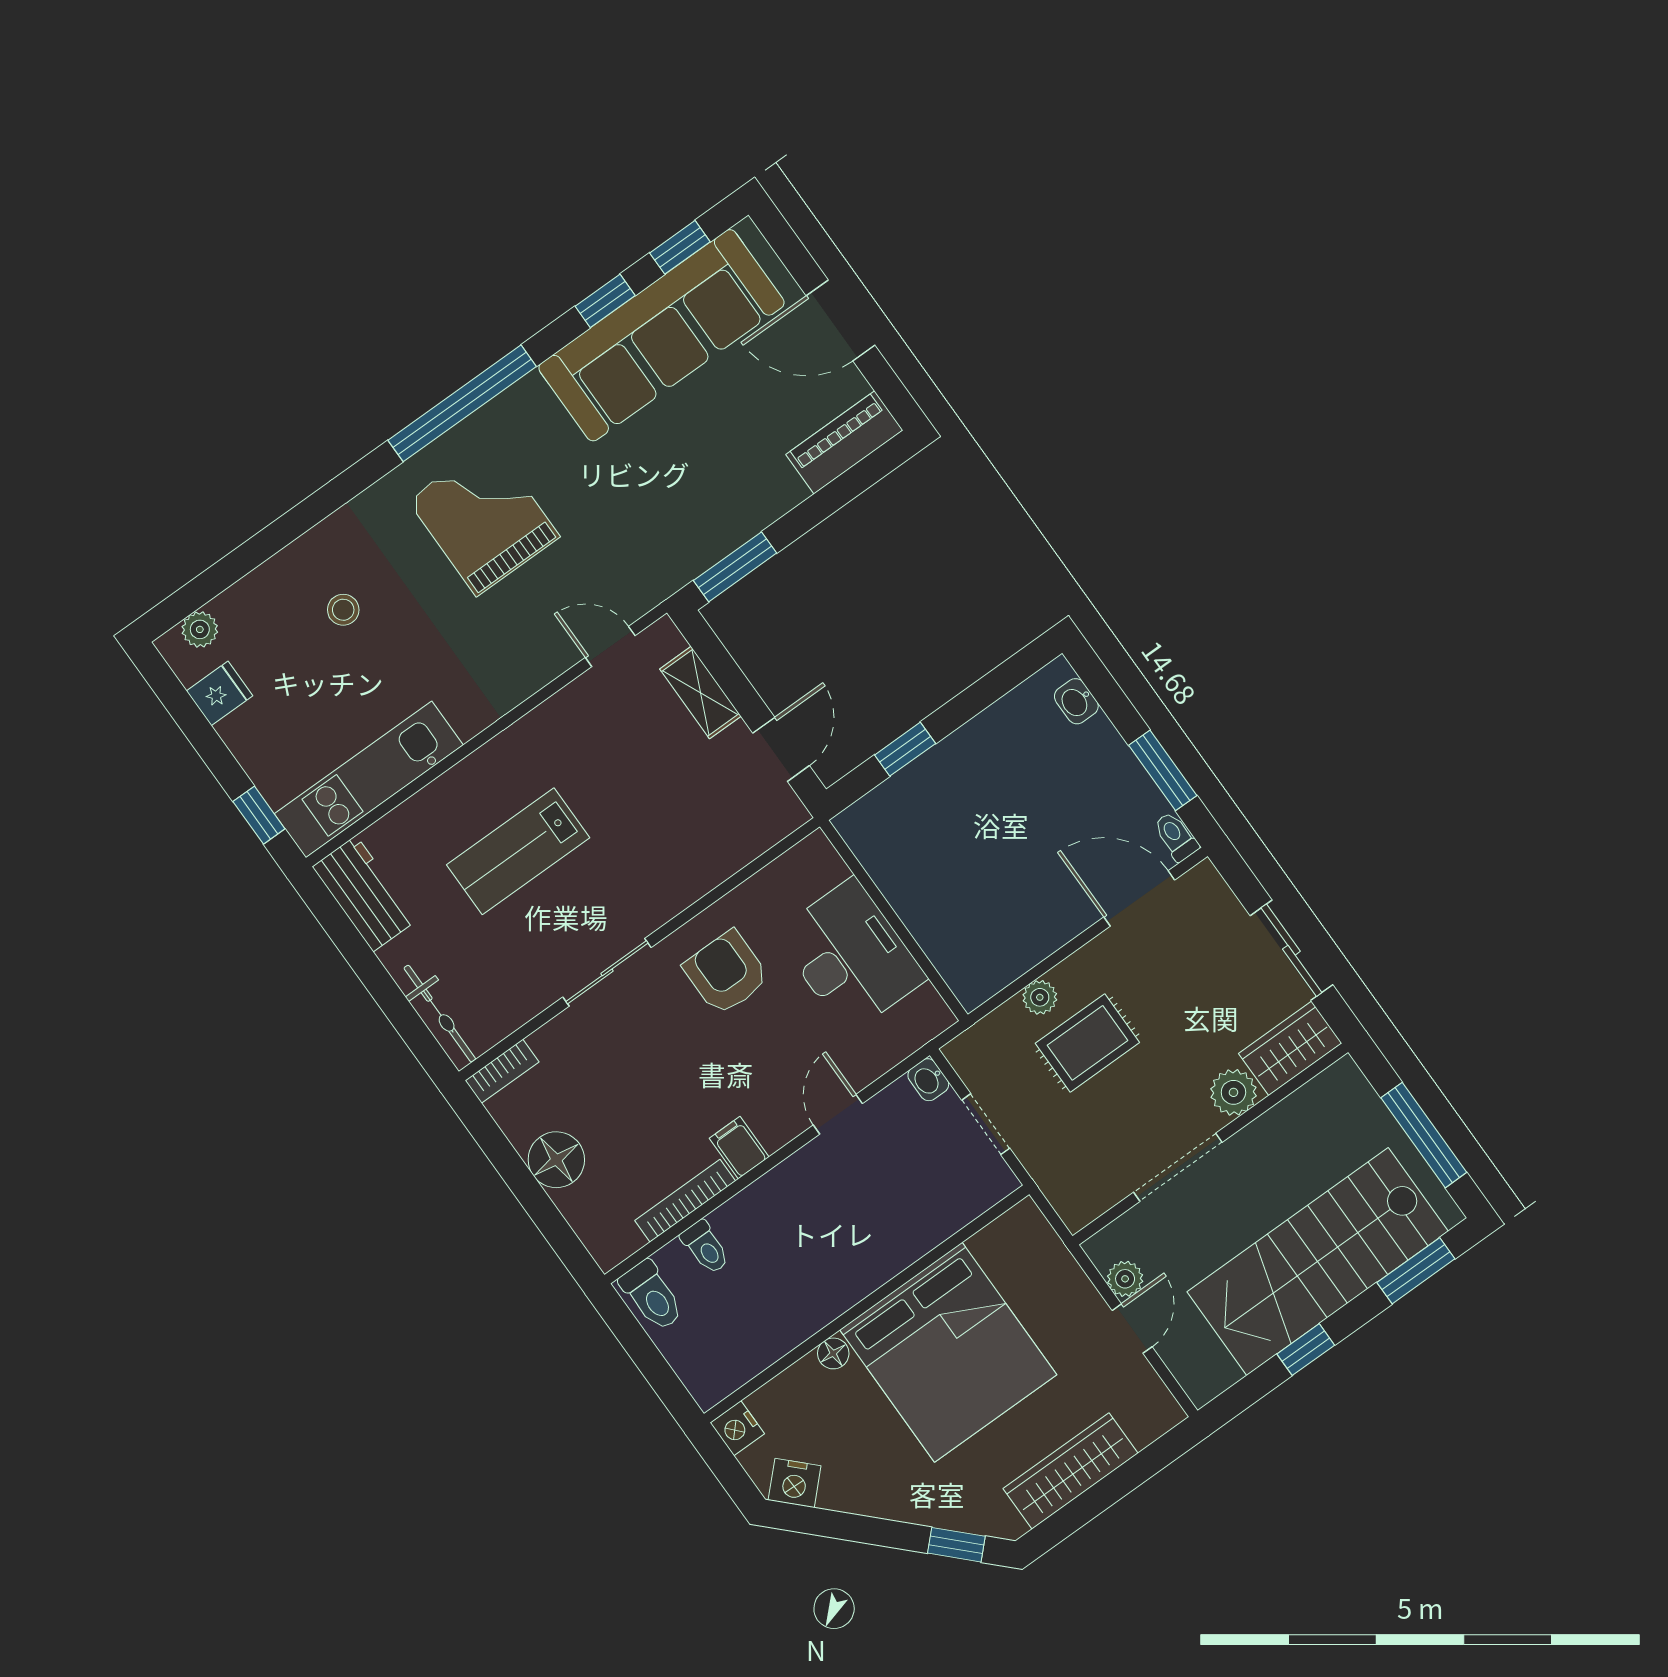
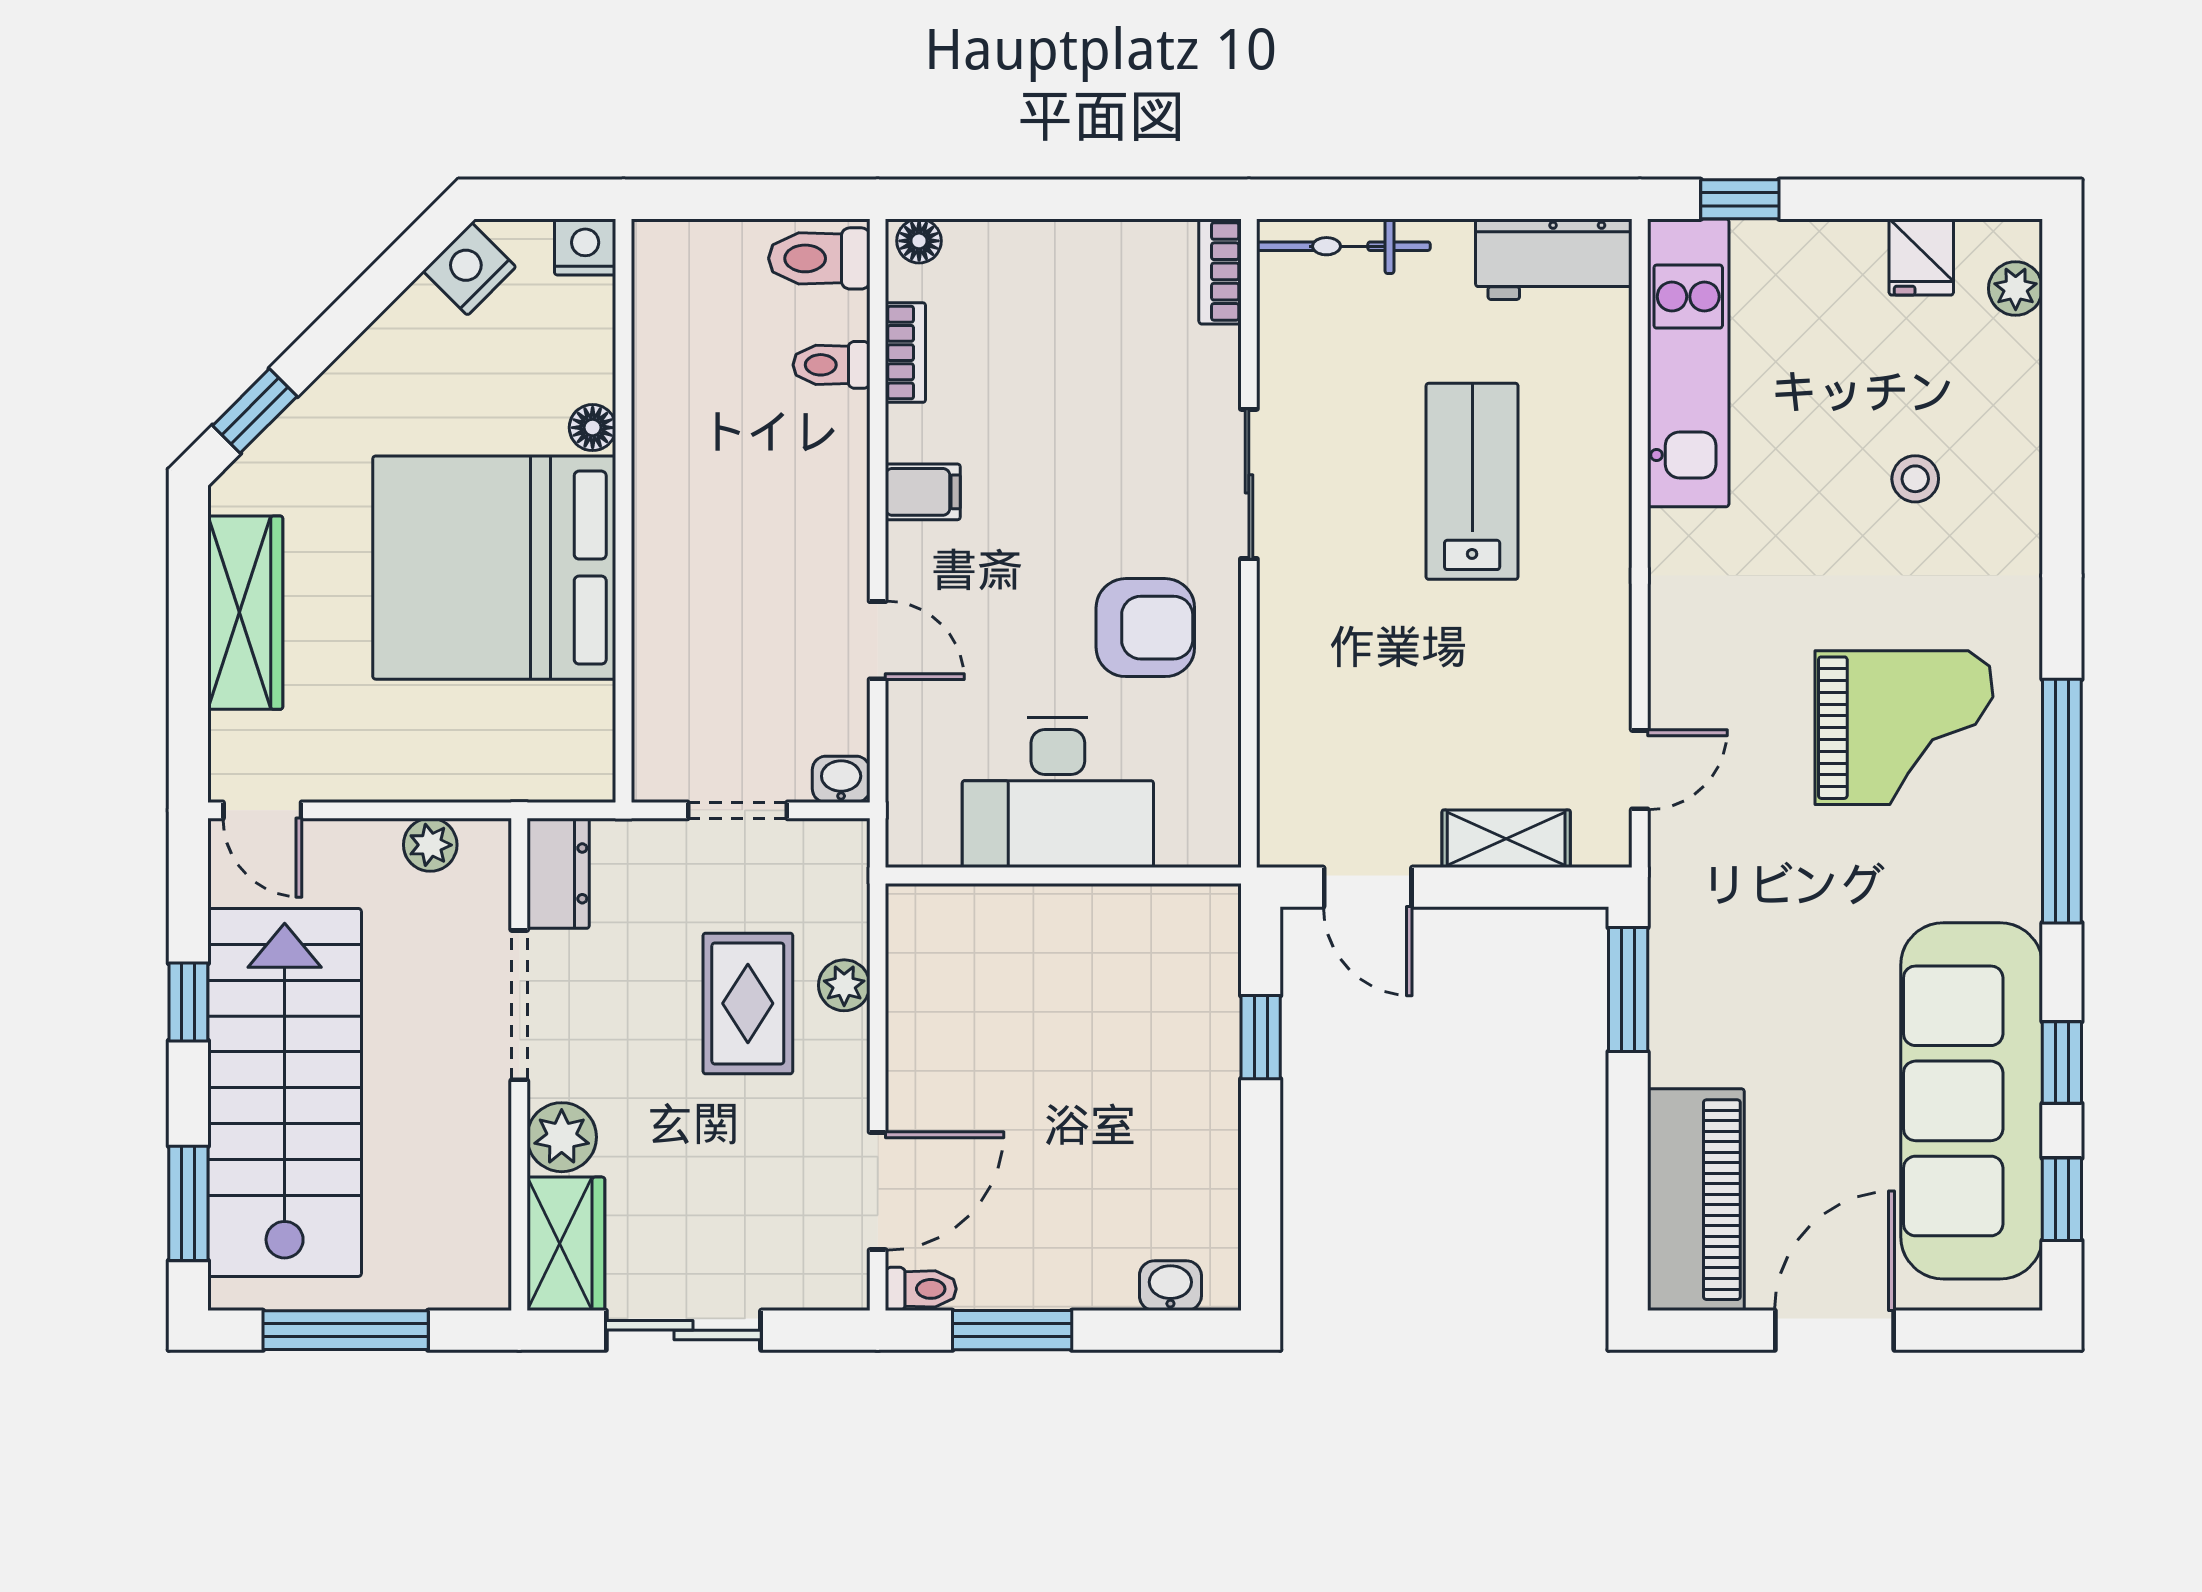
piano: (844, 442) -> (1696, 1200), width x1.37, depth x1.33
floor lamp: (556, 1160) -> (919, 241), moved, width x0.53, depth x0.53
dresser: (1091, 1198) -> (558, 873), added
bookcase: (685, 1201) -> (905, 353), width x0.64
door: (1132, 1329) -> (262, 810), moved

